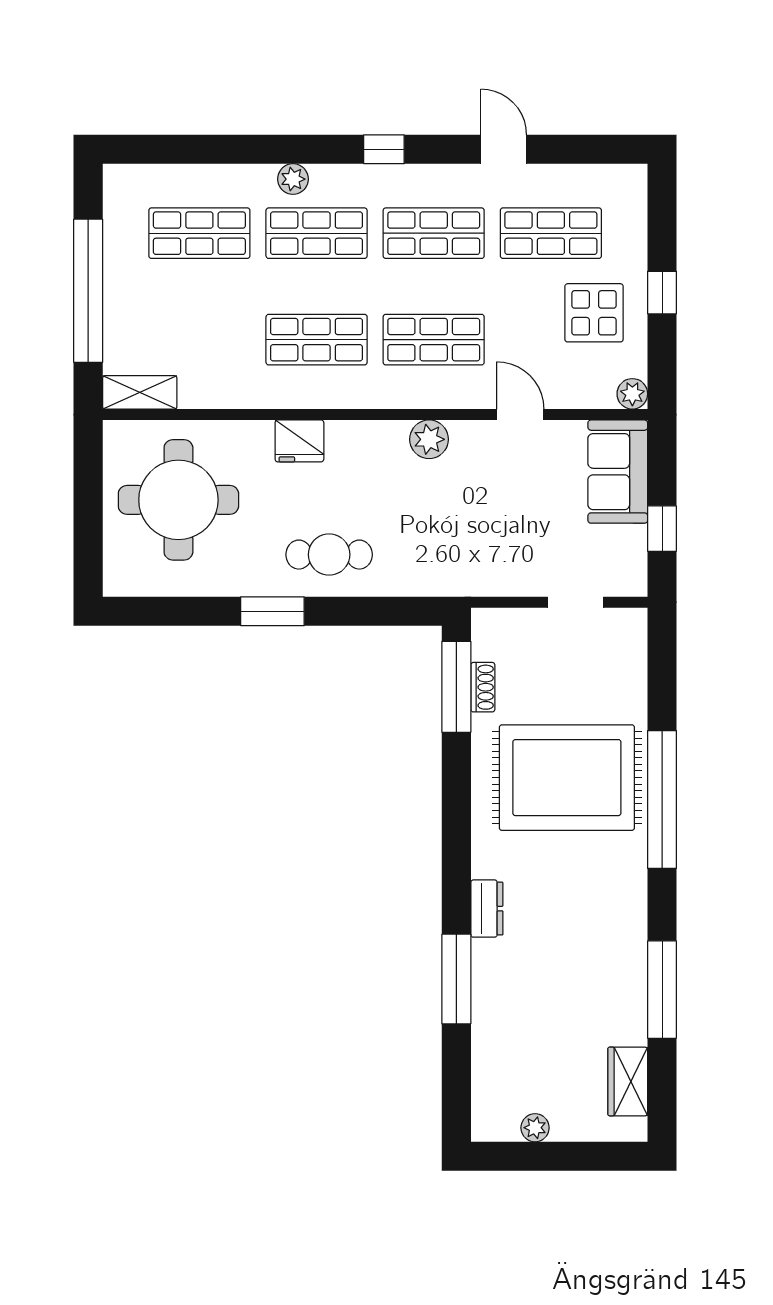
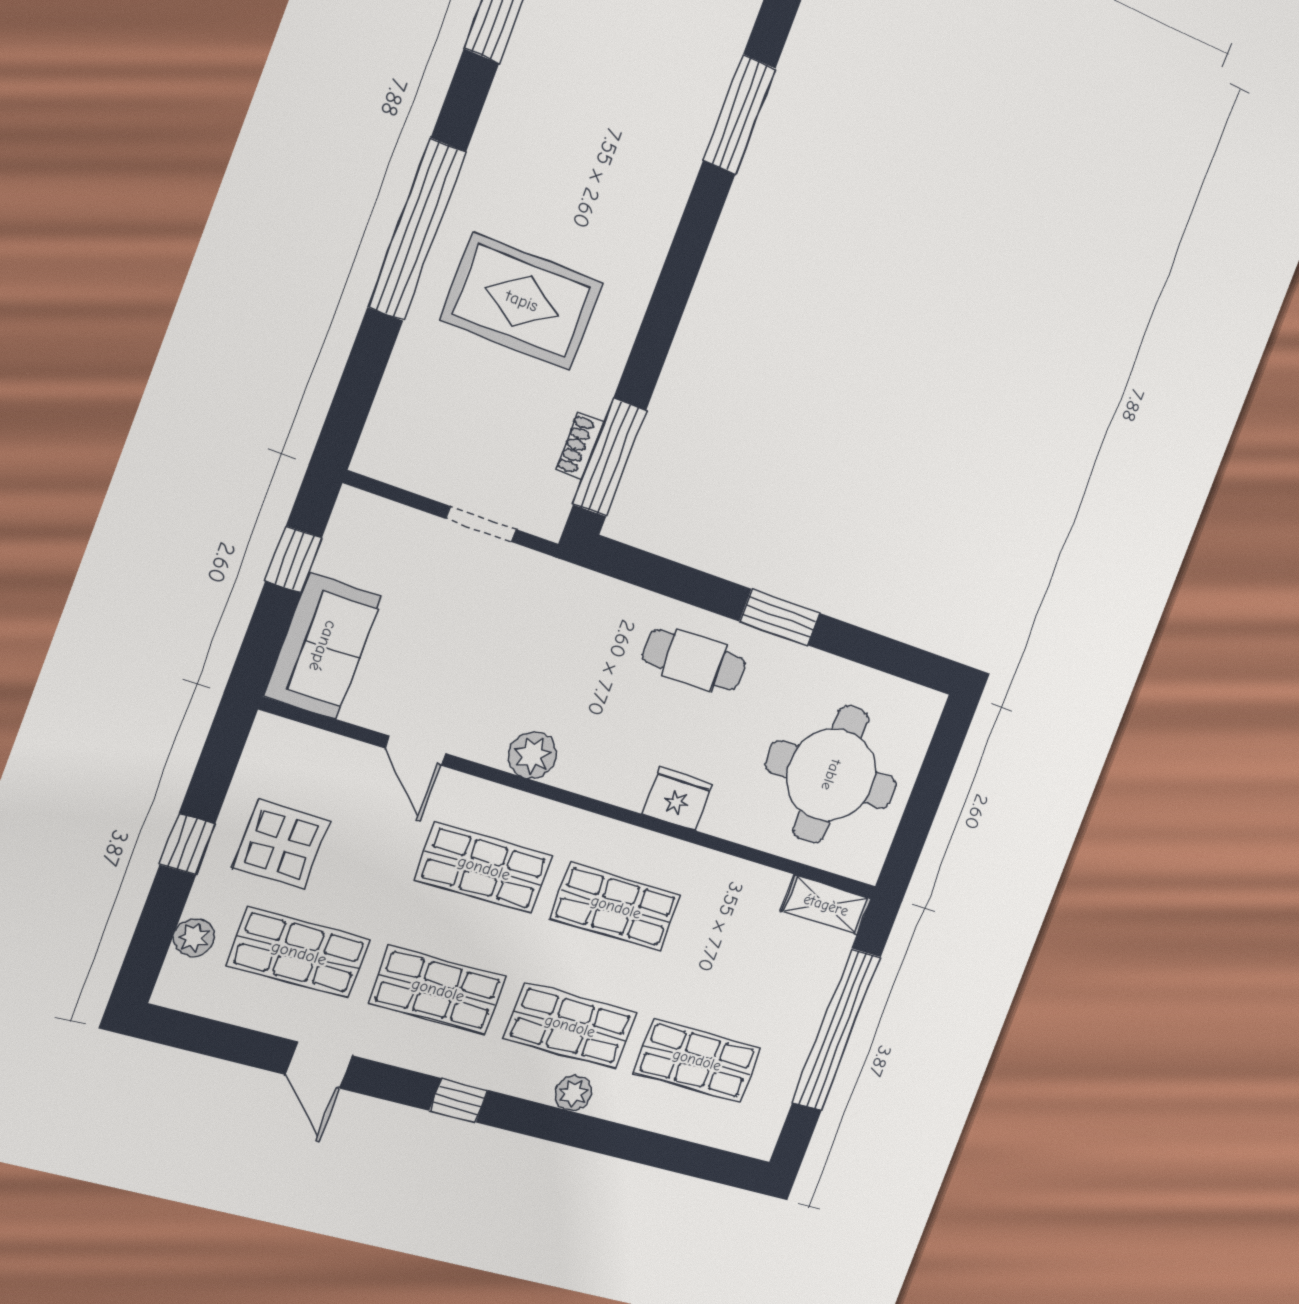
plant: (632, 394) -> (194, 938), moved
doorway: (576, 602) -> (481, 524), moved
rug: (567, 778) -> (522, 301), width x0.73, depth x0.69
dresser: (487, 909) -> (673, 183), removed

